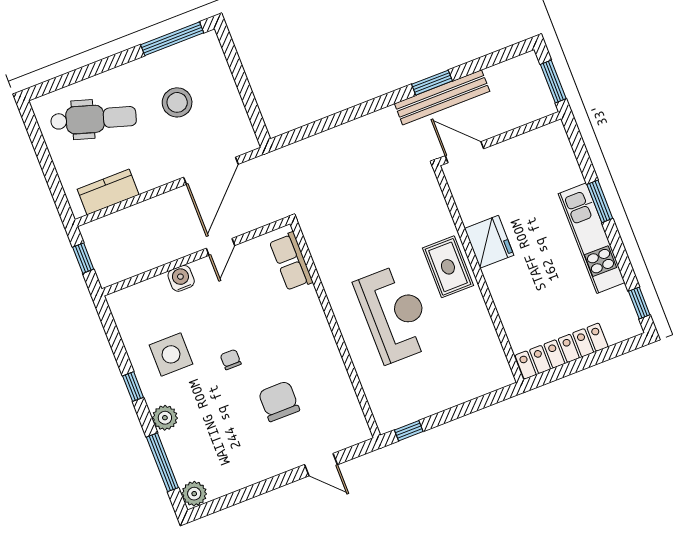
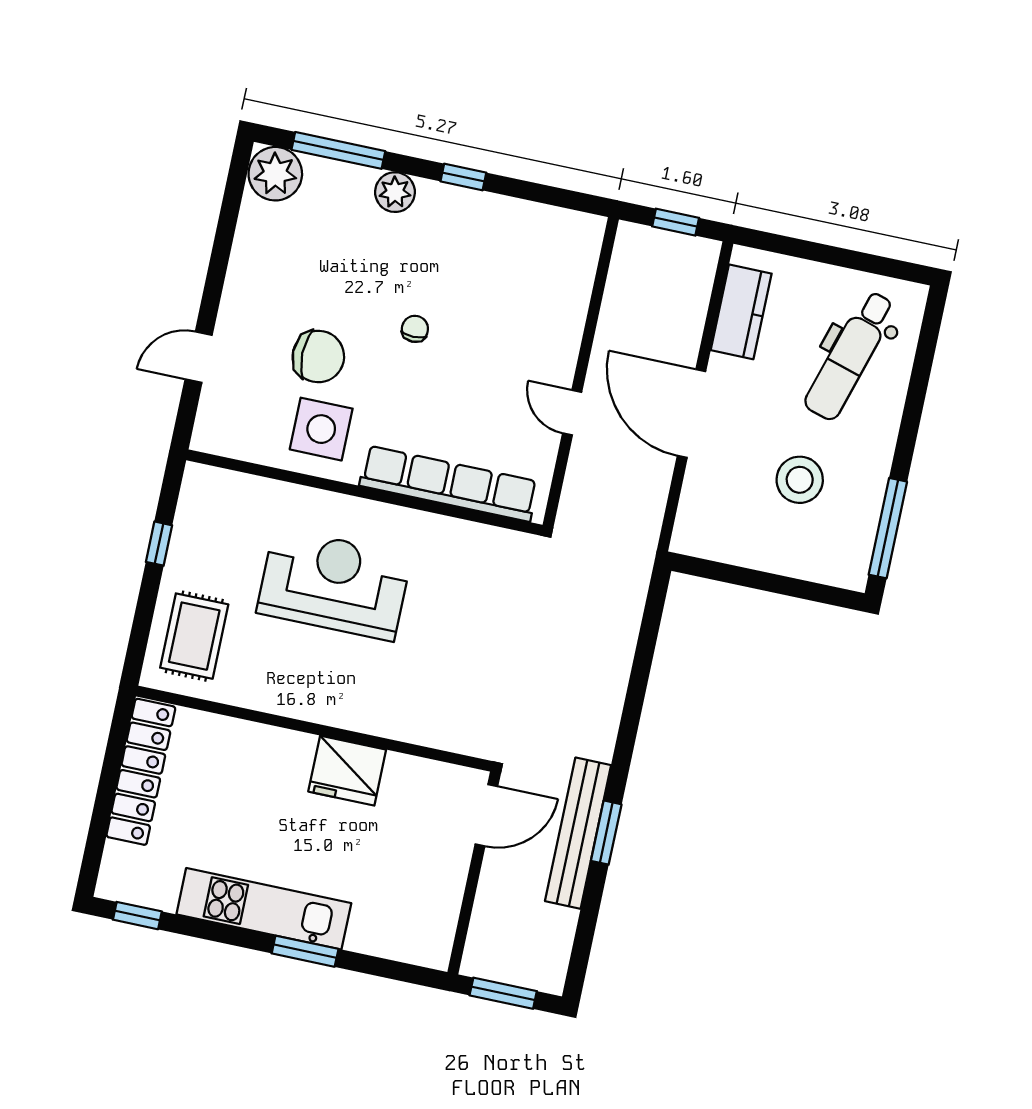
door: (211, 171) -> (692, 414), moved
row of seats: (291, 262) -> (449, 484), width x2.02
rug: (448, 267) -> (194, 636), moved, turned 90
water cooler: (181, 278) -> (565, 333), removed
reception desk: (395, 314) -> (334, 584), turned 180
side table: (171, 354) -> (321, 429), moved
chair: (231, 360) -> (415, 329), turned -90
window: (409, 431) -> (159, 544), moved
plant: (194, 494) -> (275, 174), width x1.36, depth x1.36

